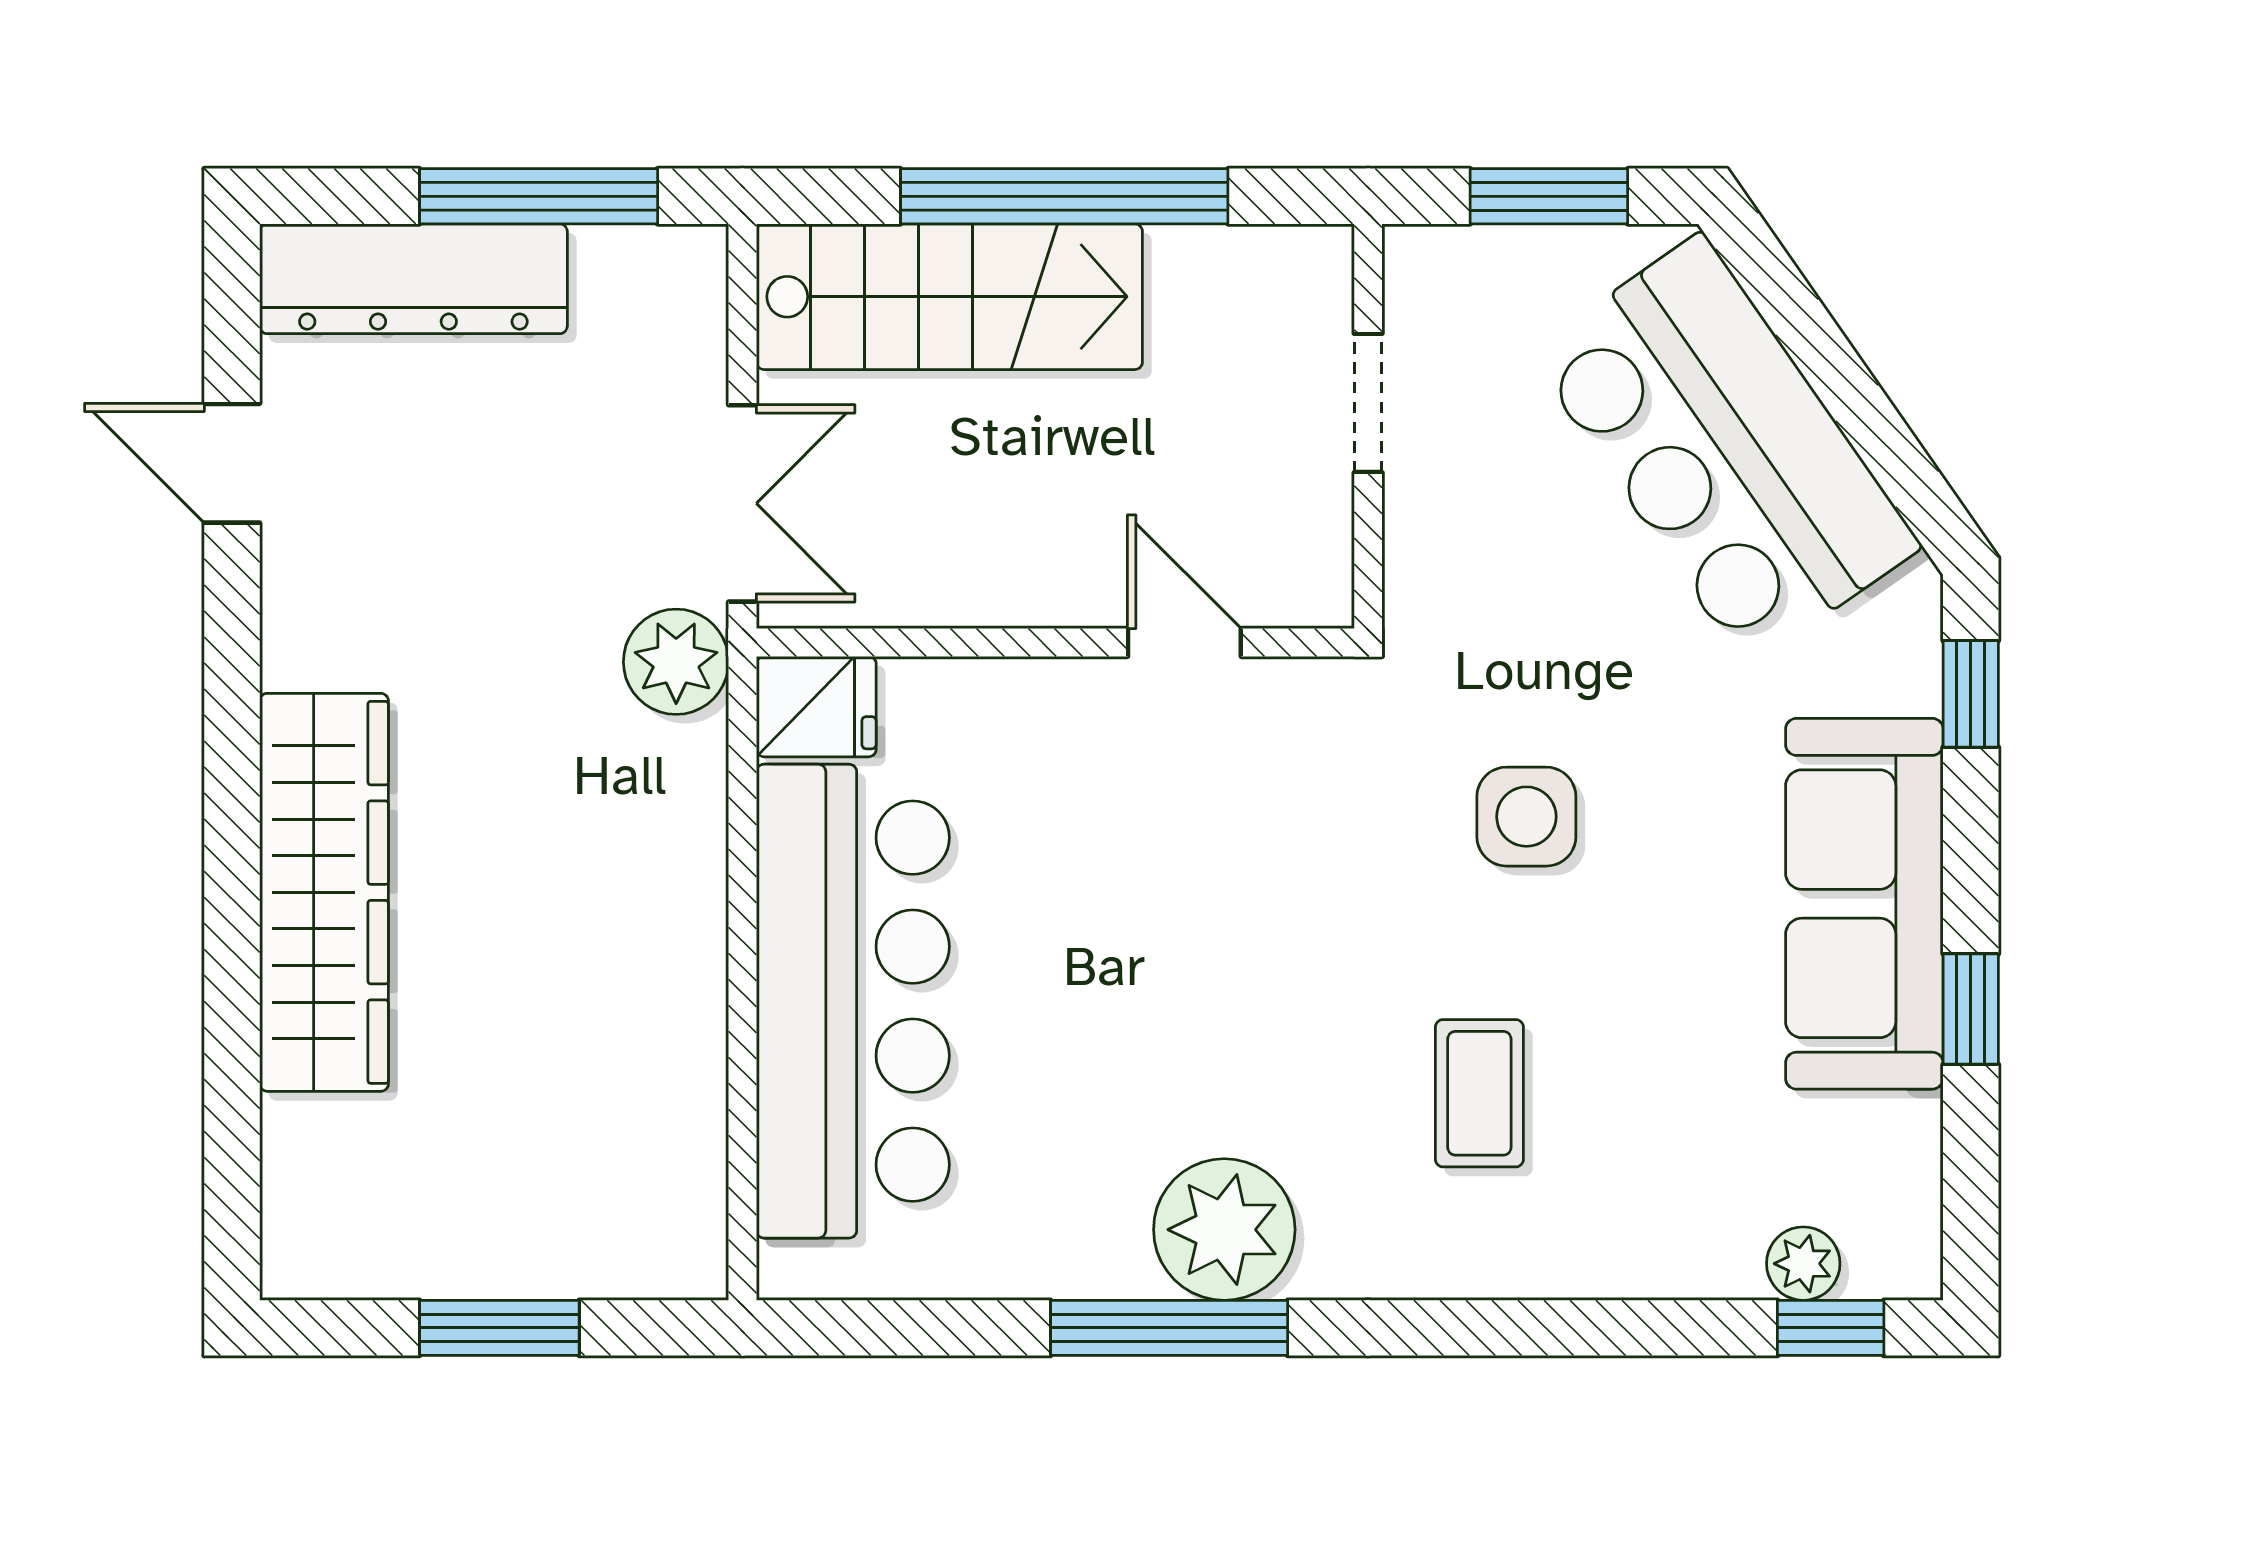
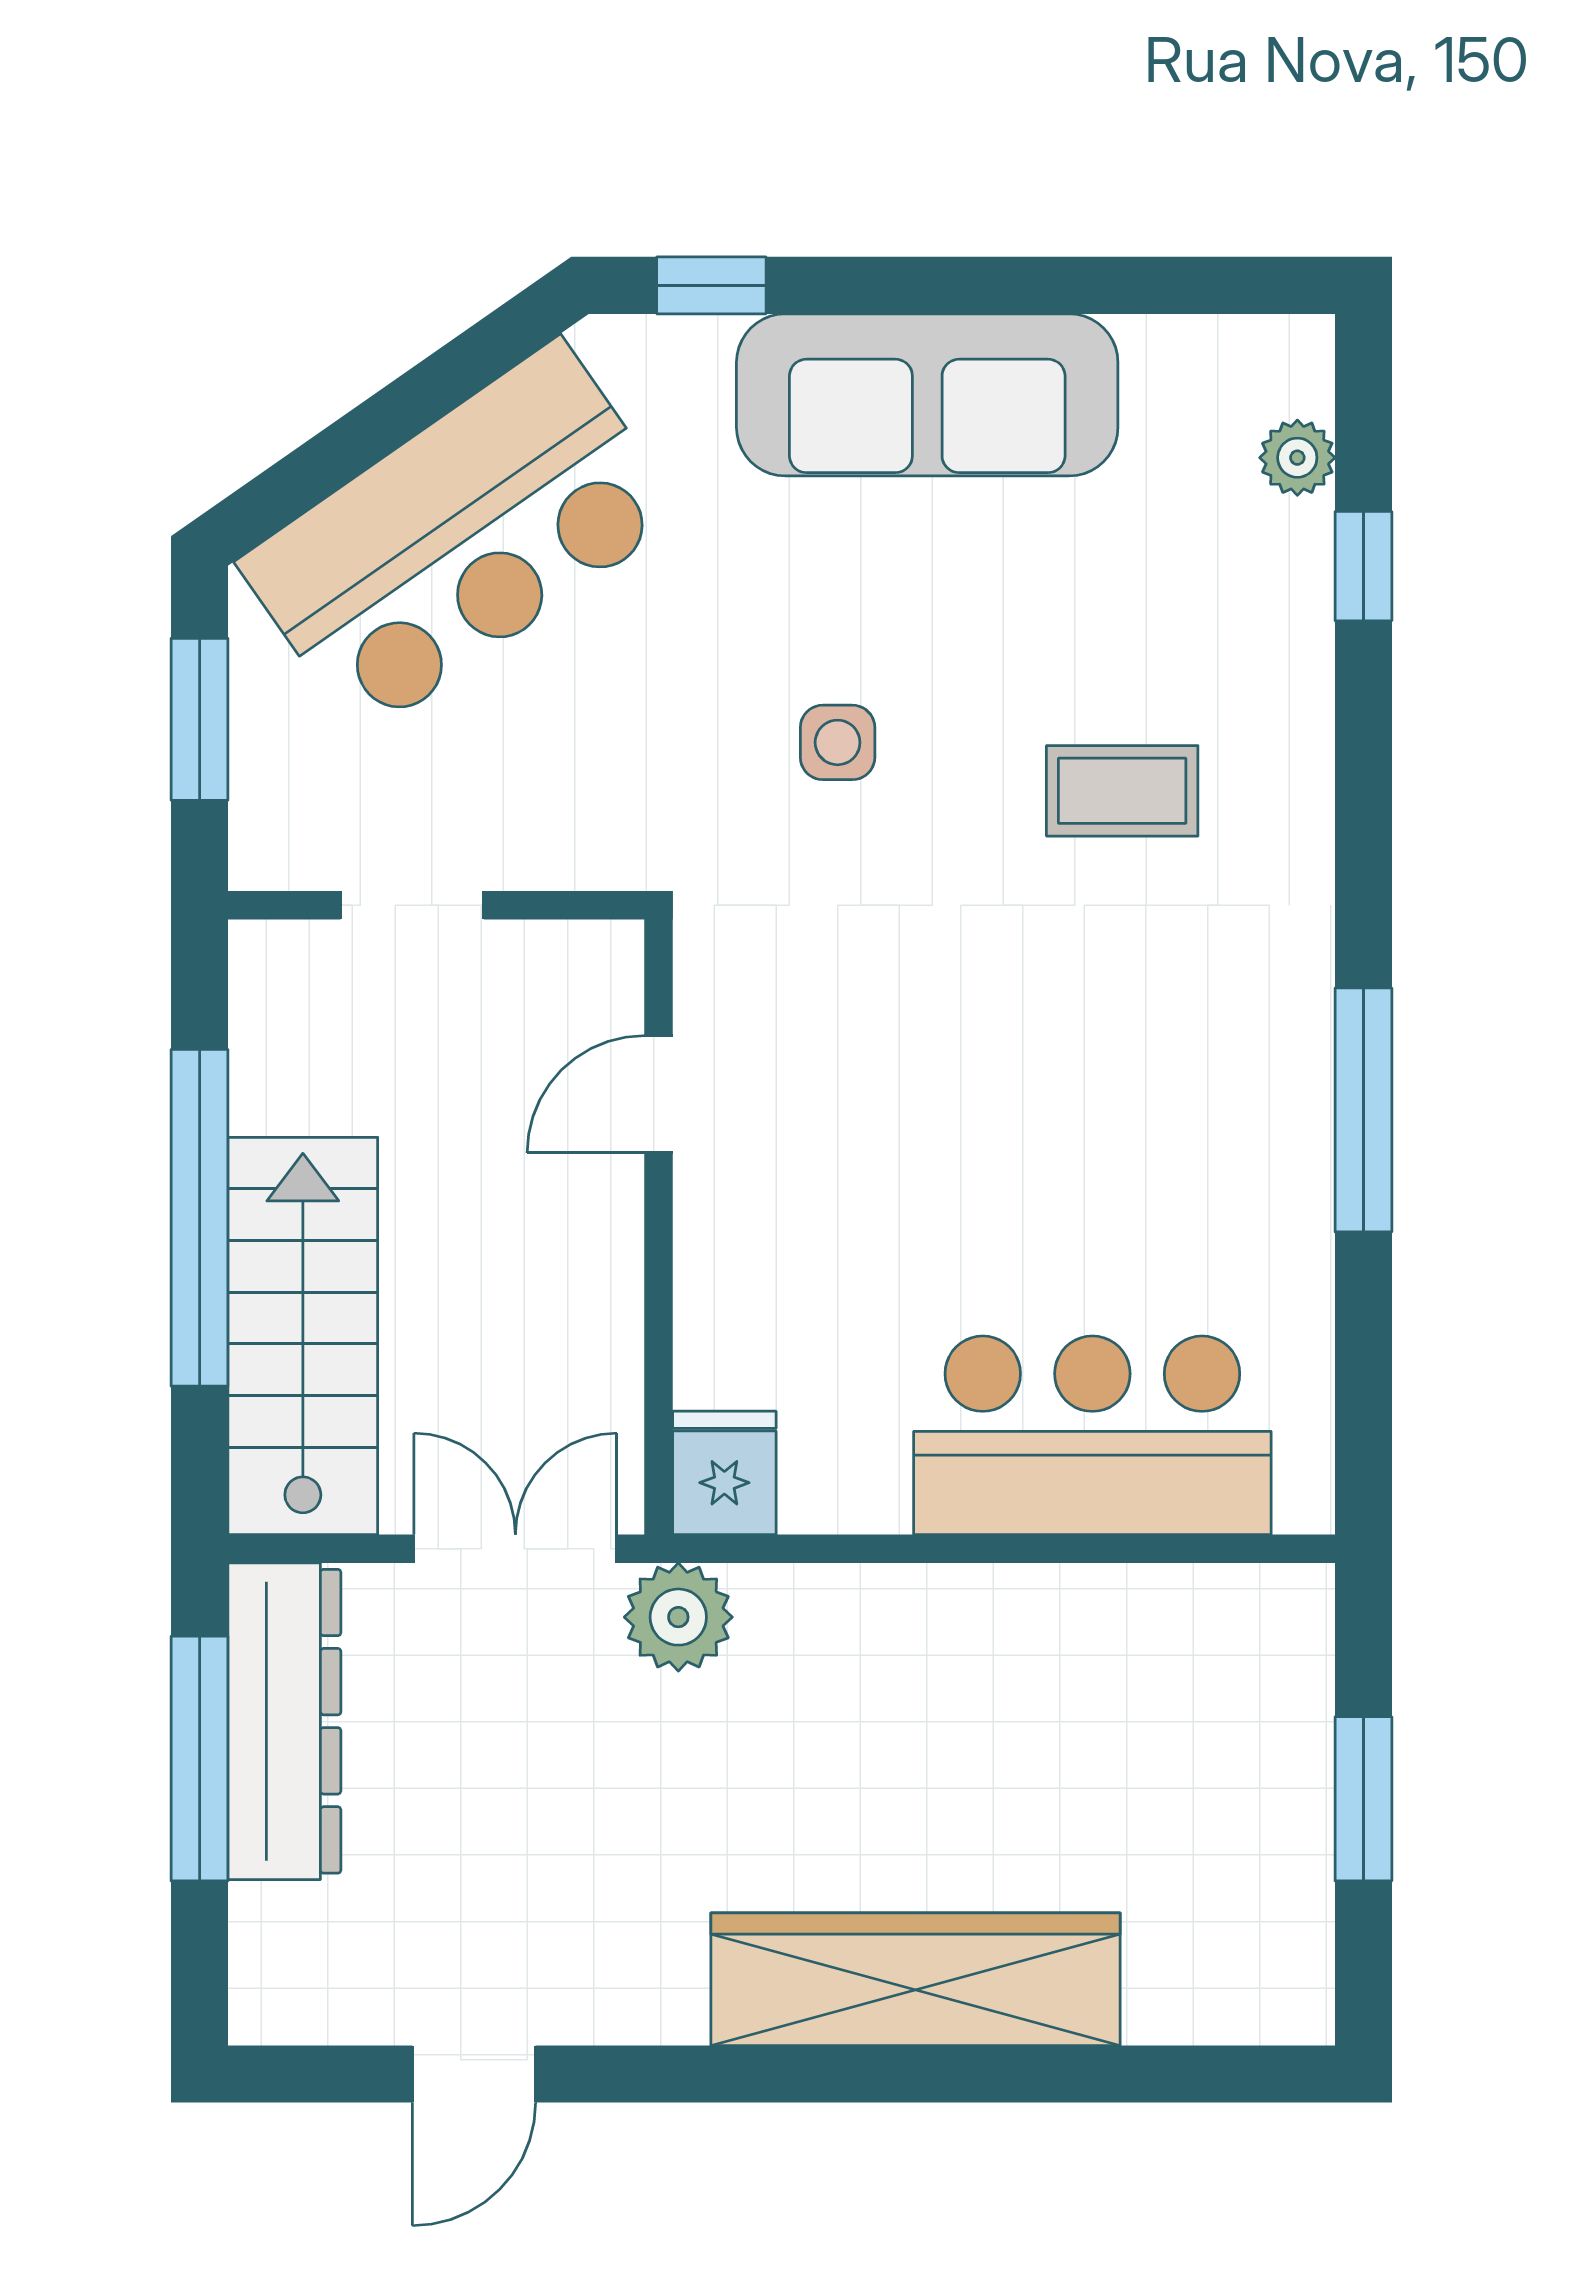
dresser: (413, 279) -> (284, 1721), moved
side table: (1526, 817) -> (838, 742), width x0.73, depth x0.73
bar counter: (853, 1001) -> (1092, 1435), width x0.73
window: (1971, 1009) -> (1036, 285), removed
plant: (1224, 1230) -> (1262, 1053), removed
window: (1831, 1328) -> (1363, 566), moved

